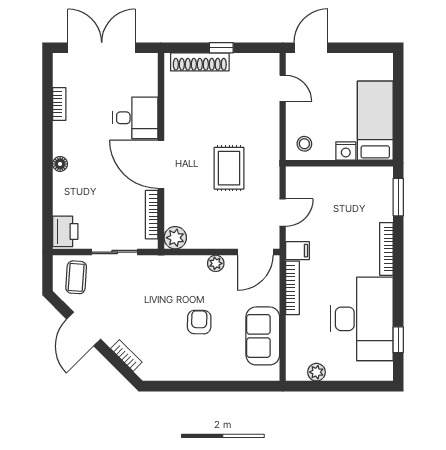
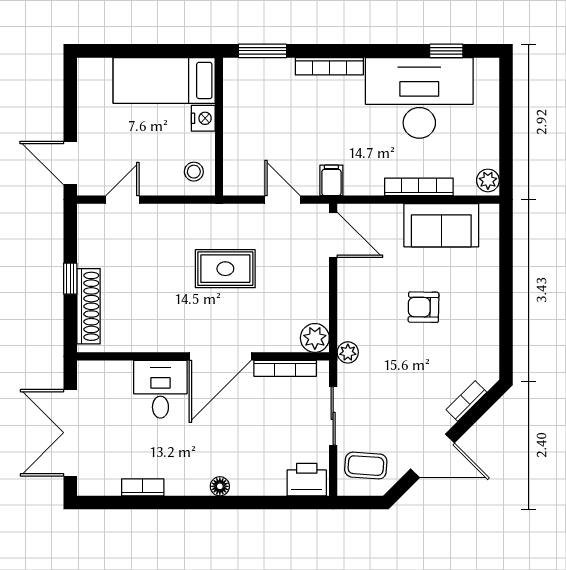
plant: (216, 263) -> (348, 352), moved
bookcase: (293, 288) -> (419, 187), moved
plant: (316, 372) -> (488, 180), moved

